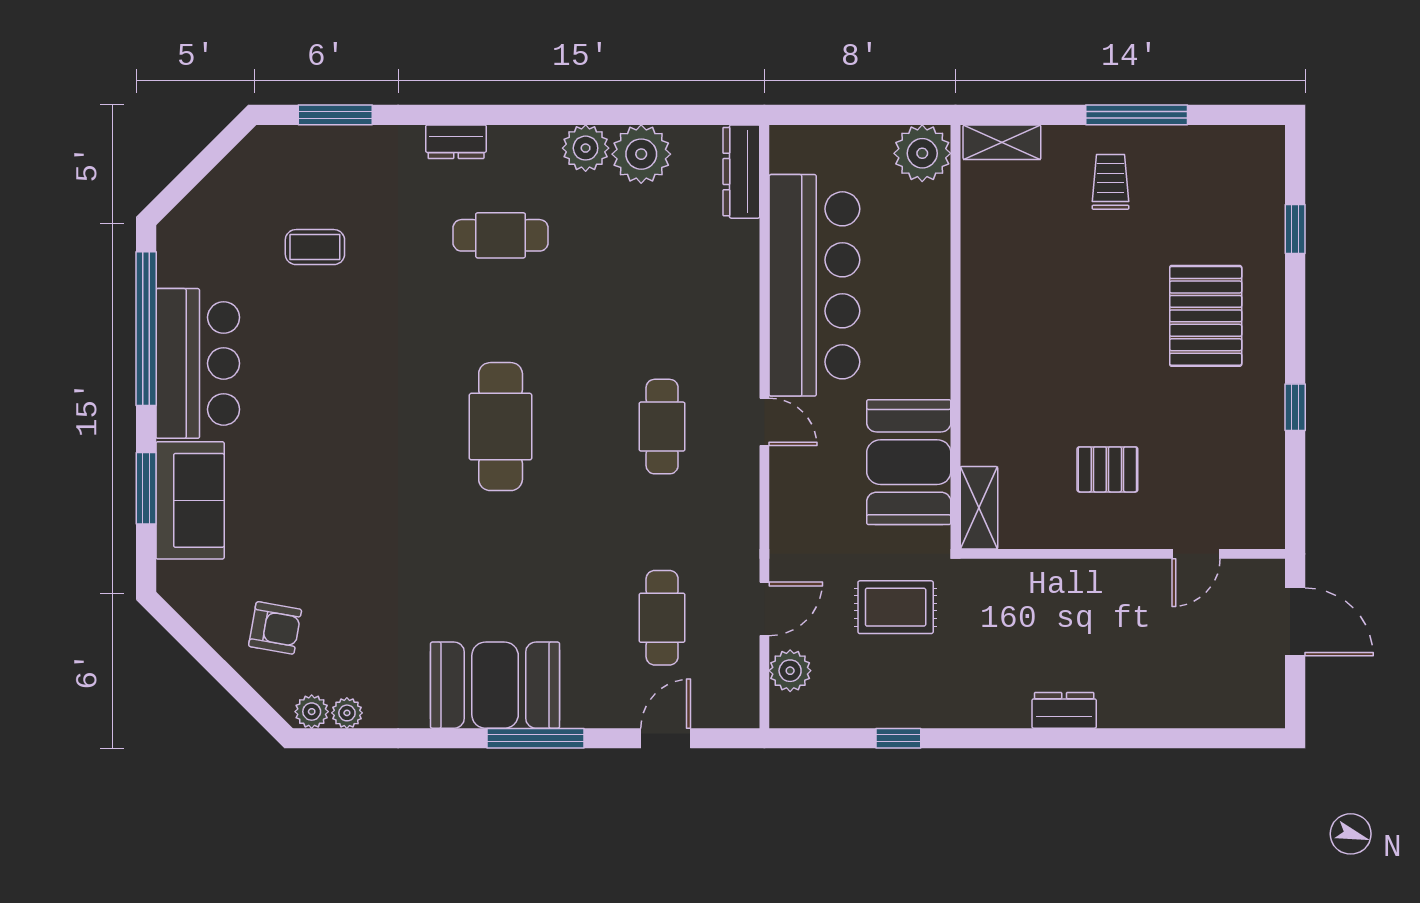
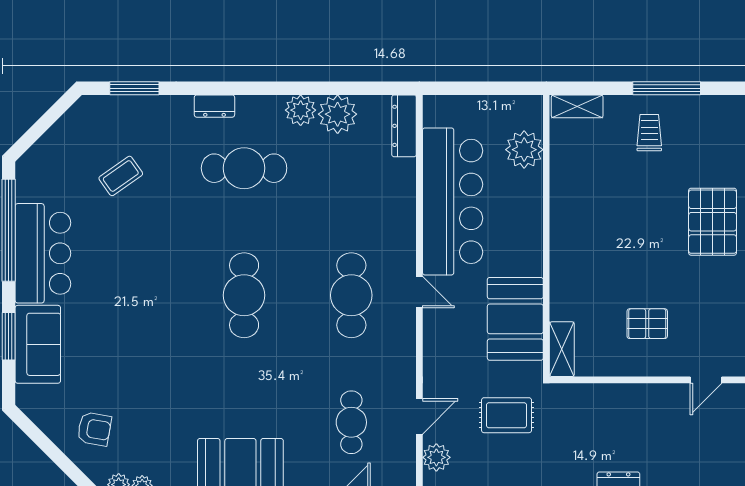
plant: (922, 153) -> (524, 150), moved
cafe table: (501, 235) -> (244, 168), width x1.37, depth x1.35
coffee table: (315, 247) -> (121, 176), turned -35
cafe table: (662, 427) -> (351, 295), width x1.37, depth x1.35

